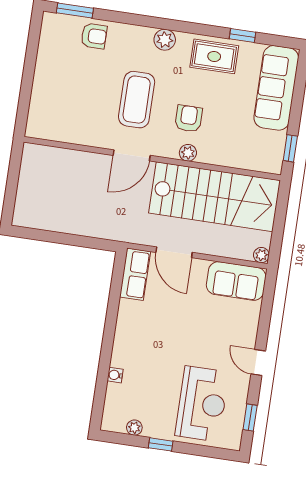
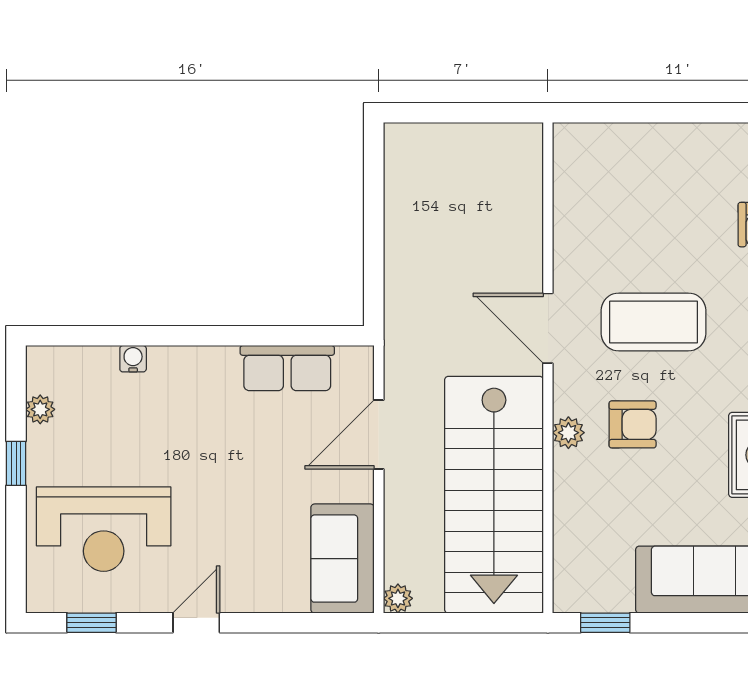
row of seats: (135, 274) -> (287, 368), moved

